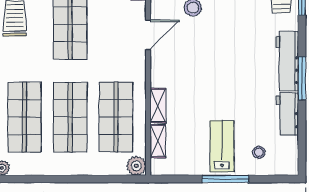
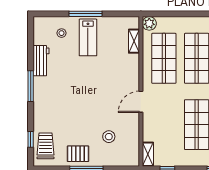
door: (148, 35) -> (141, 102), moved
workbench: (287, 61) -> (41, 98), removed
shelving: (158, 106) -> (134, 67), removed

